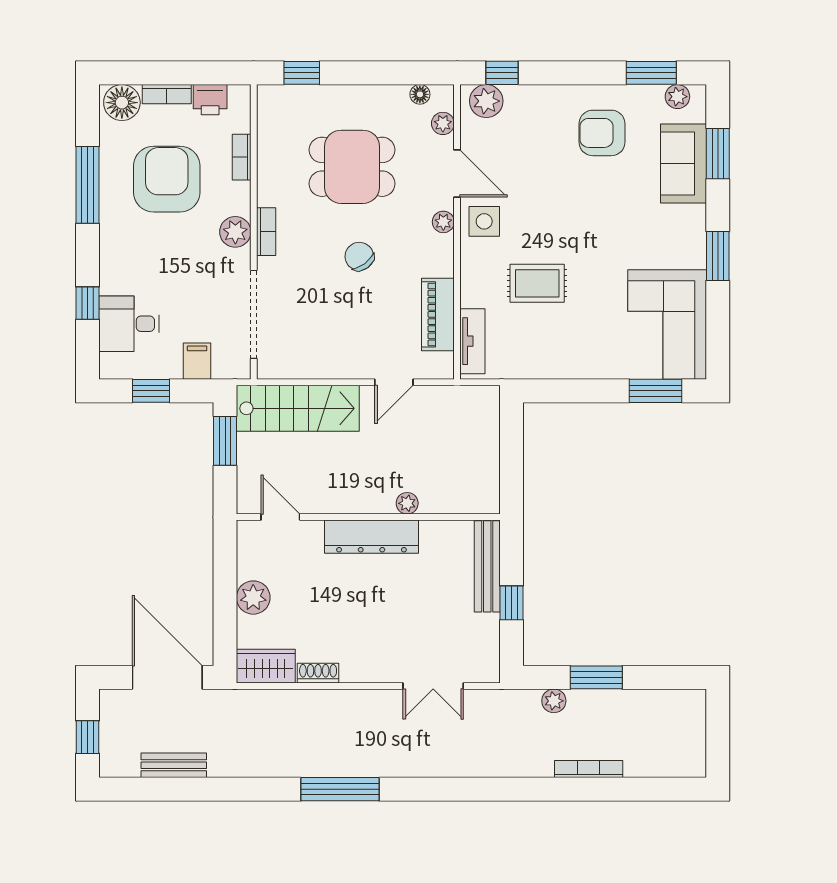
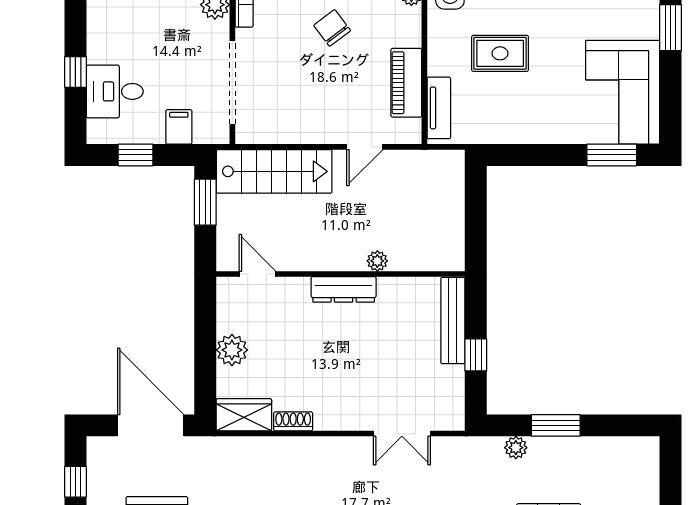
dresser: (371, 537) -> (344, 289), width x0.73, depth x0.80

